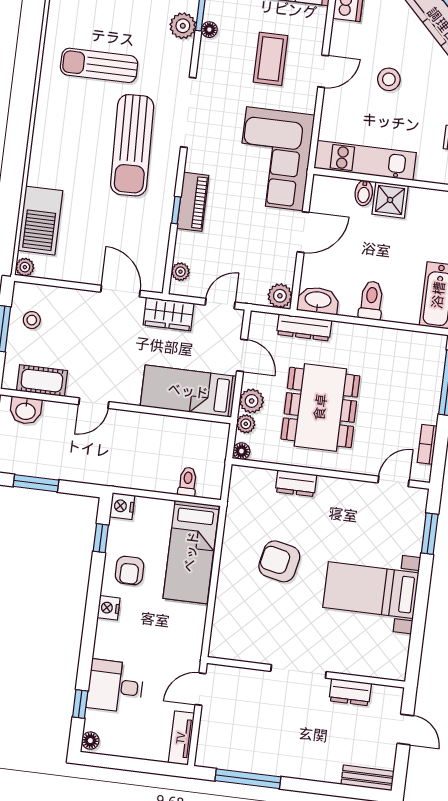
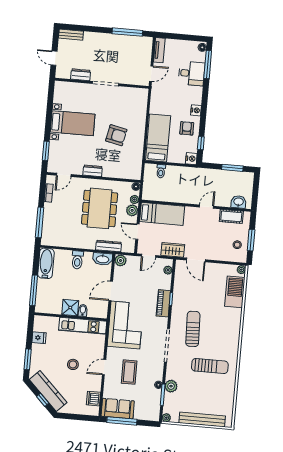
sun lounger: (132, 145) -> (193, 329), width x0.73, depth x0.75
dresser: (296, 483) -> (93, 171), moved
window: (80, 704) -> (208, 65), width x2.17

